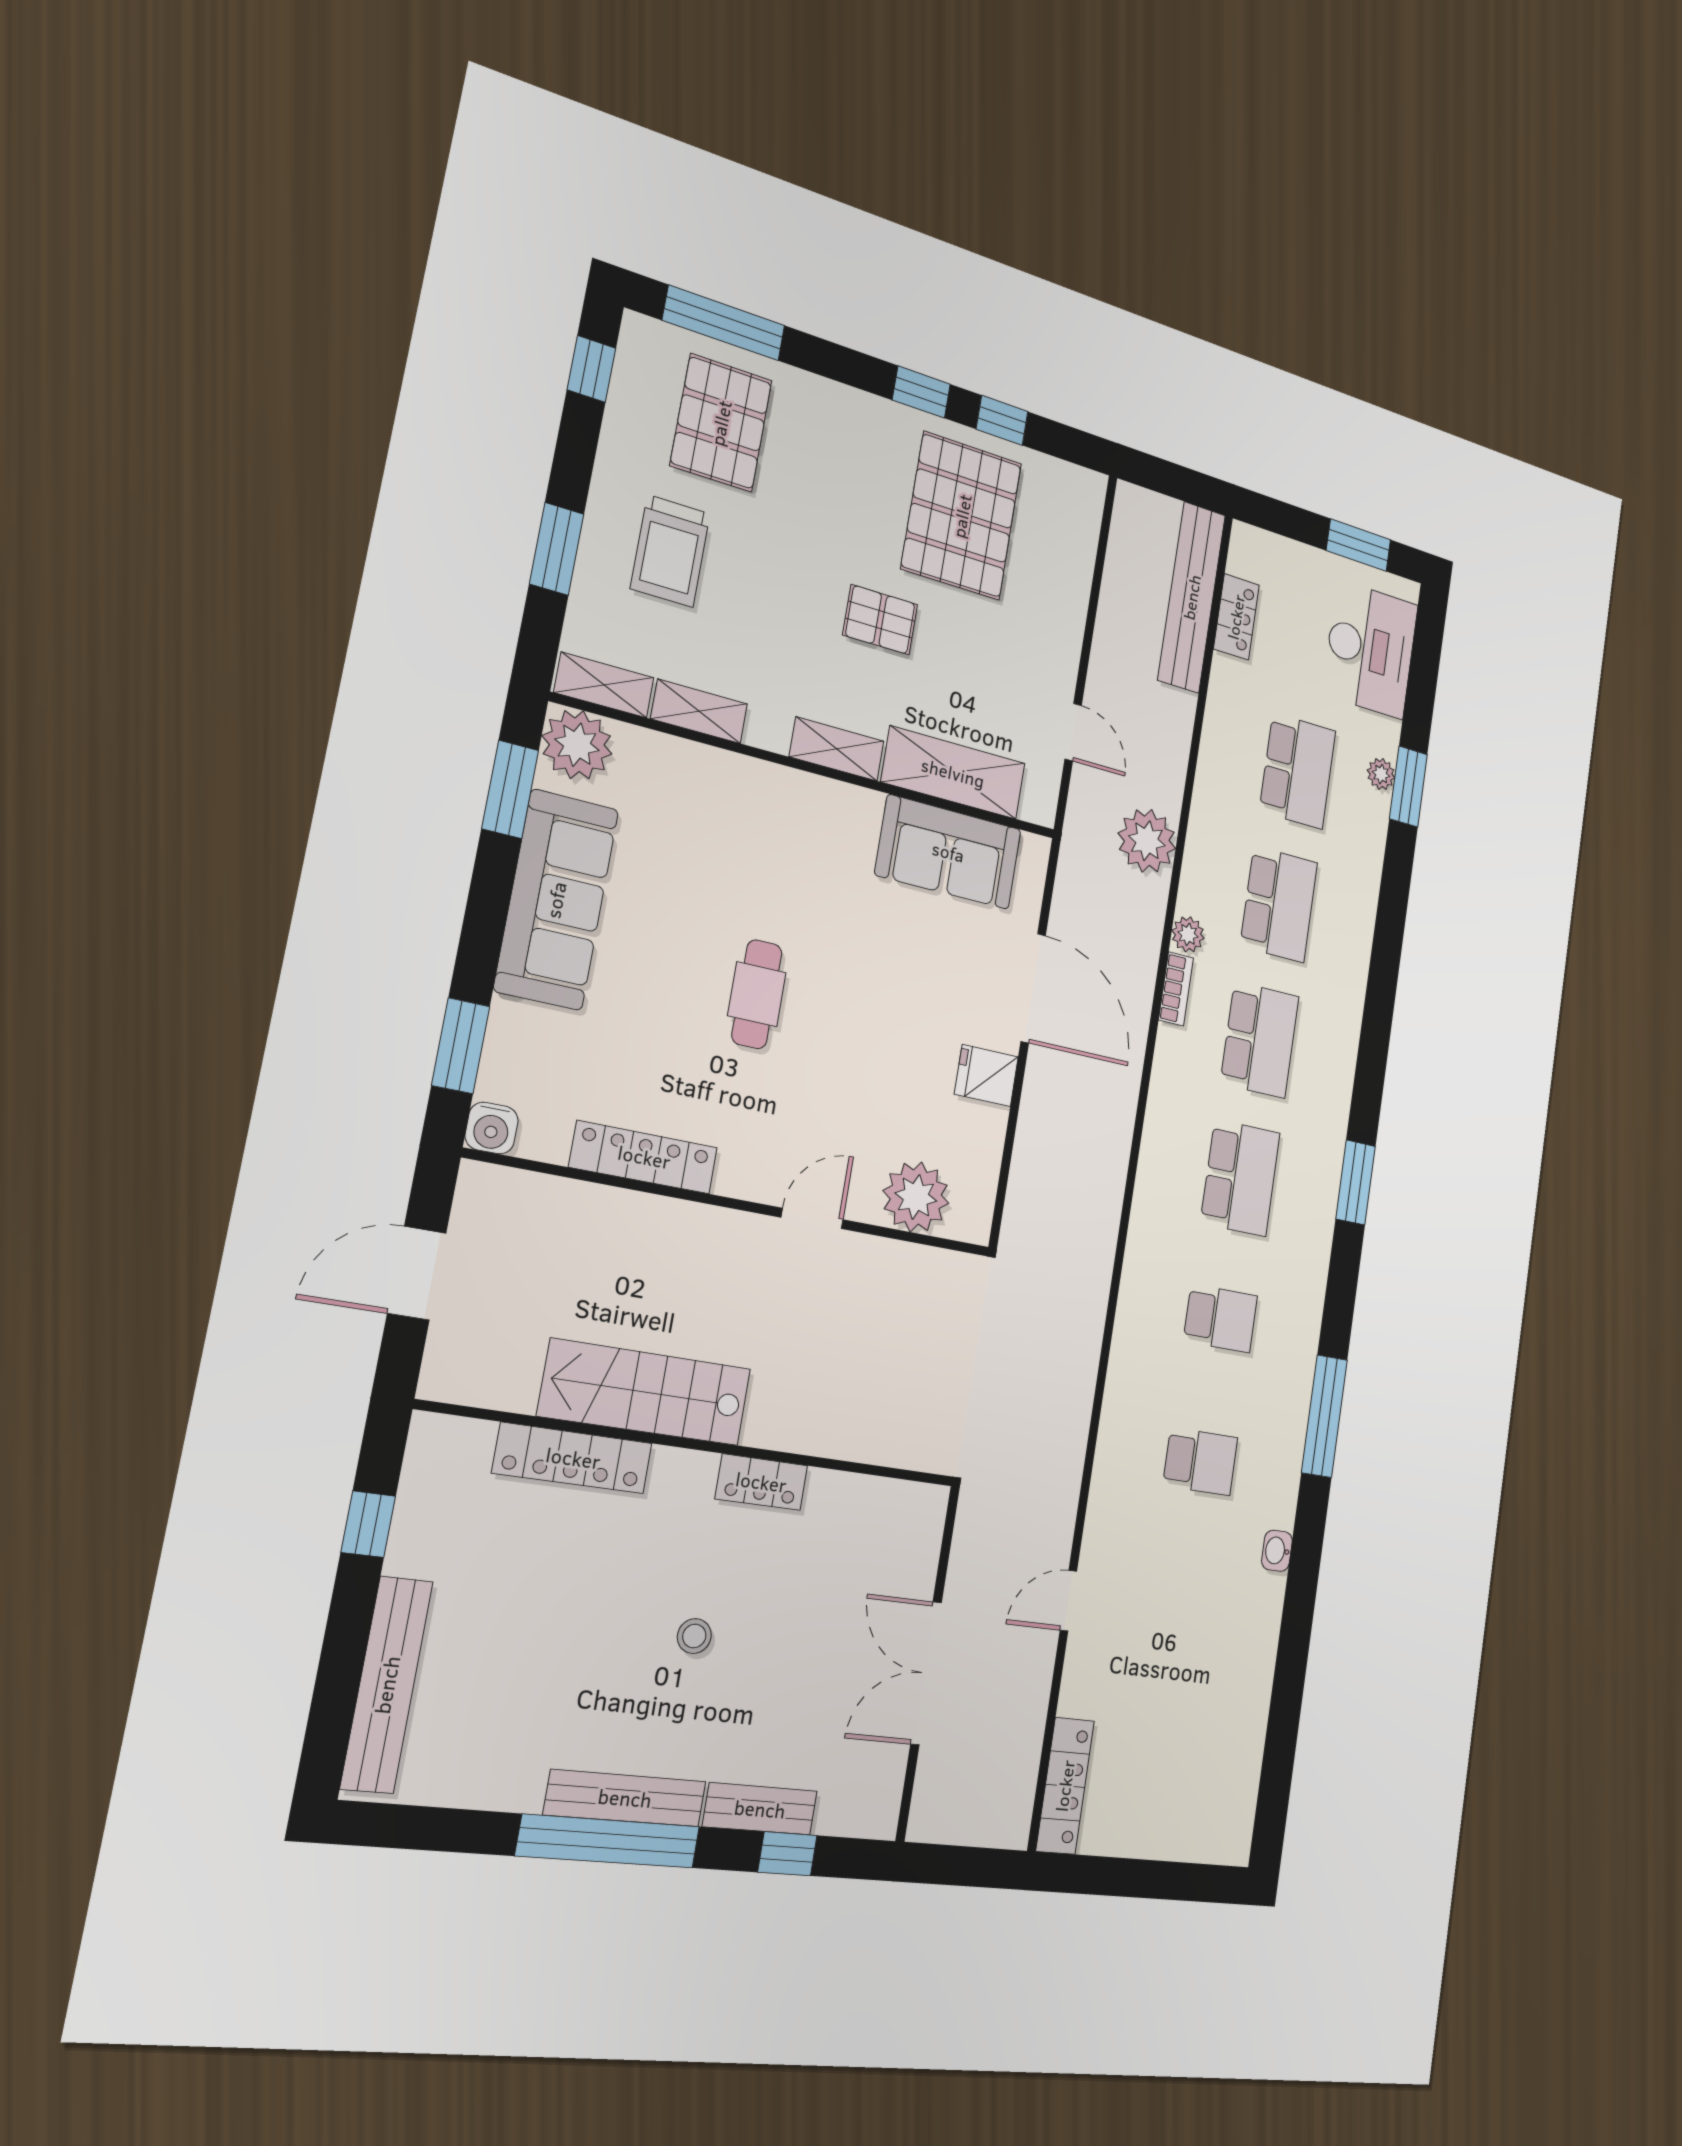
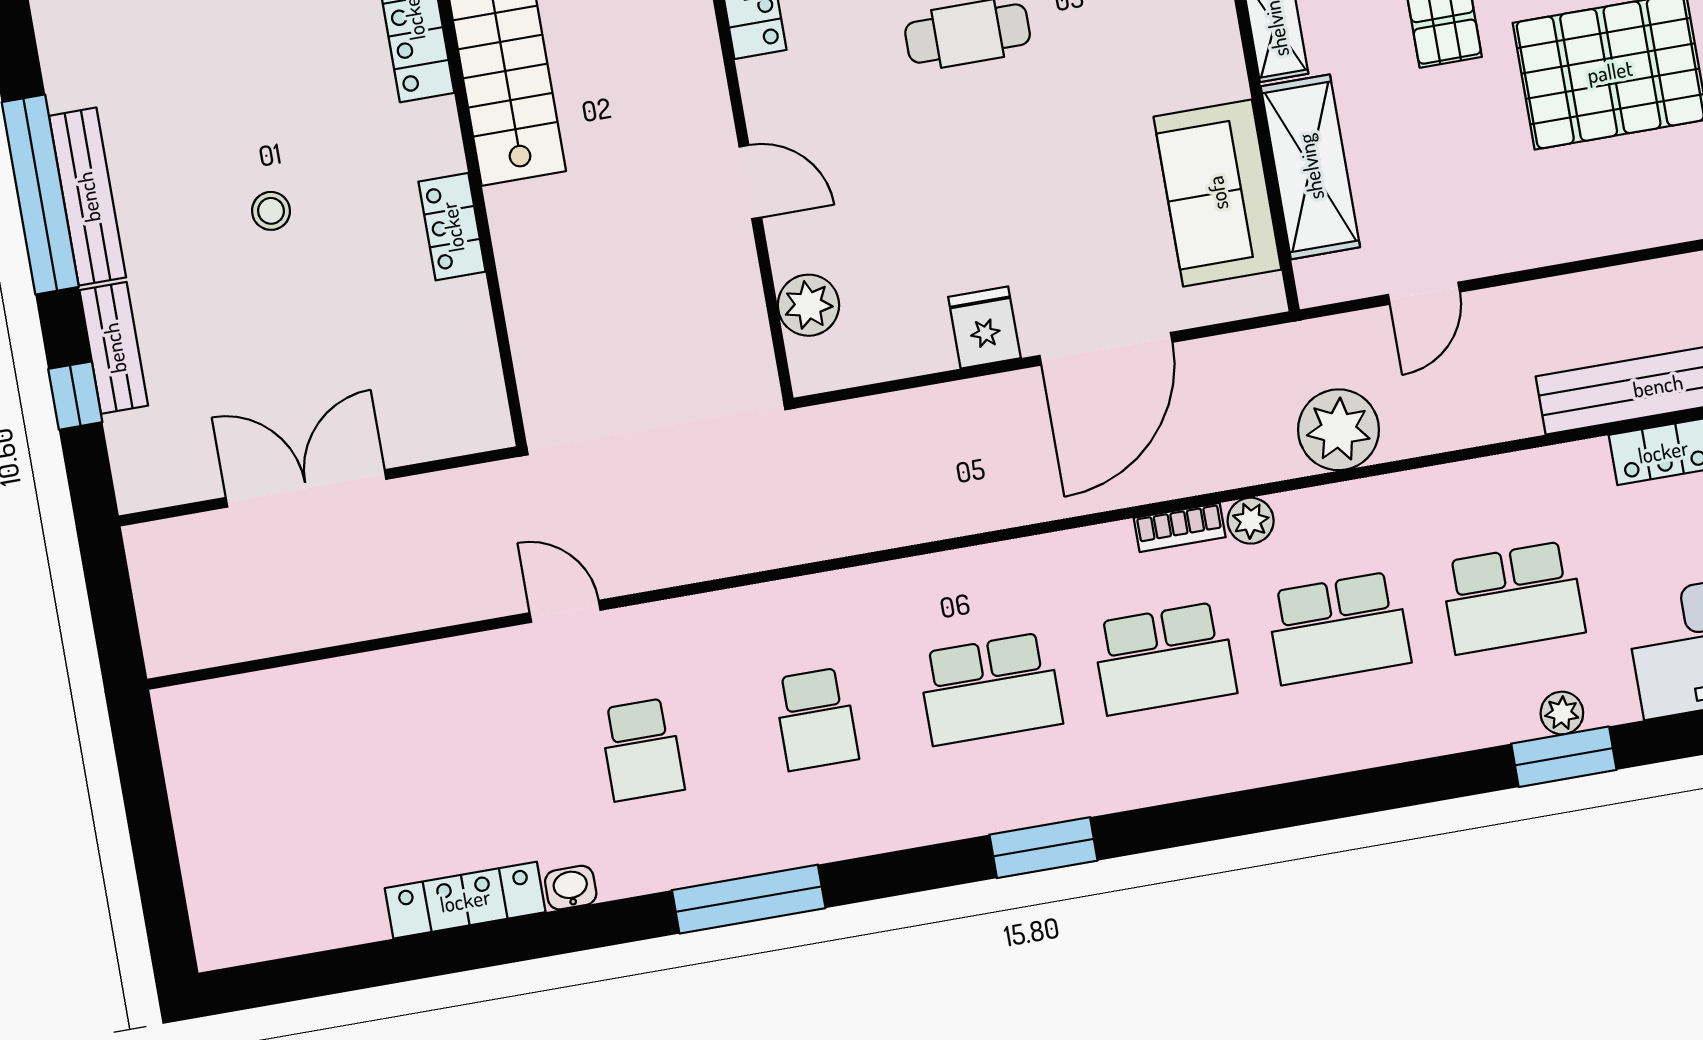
plant: (916, 1197) -> (808, 305), width x0.73, depth x0.73
door: (1068, 1601) -> (565, 611), moved
locker: (1065, 1786) -> (465, 900), moved, turned 180

